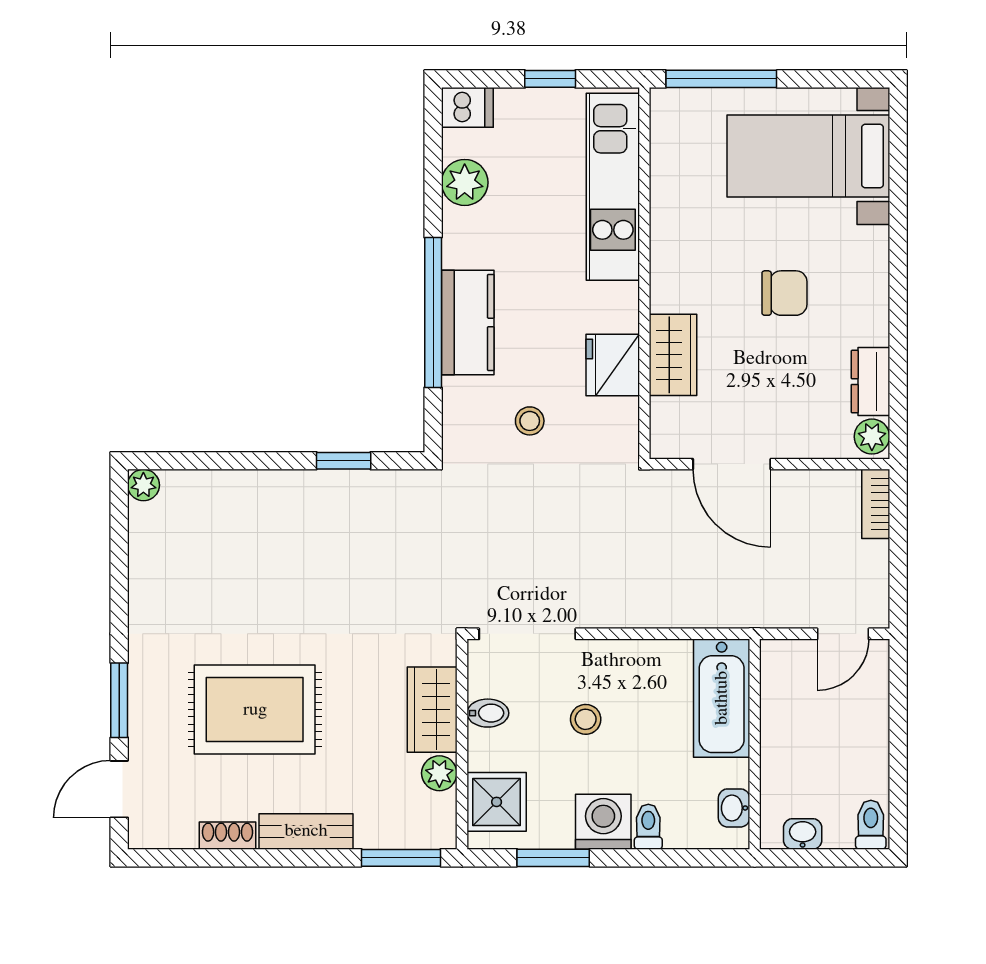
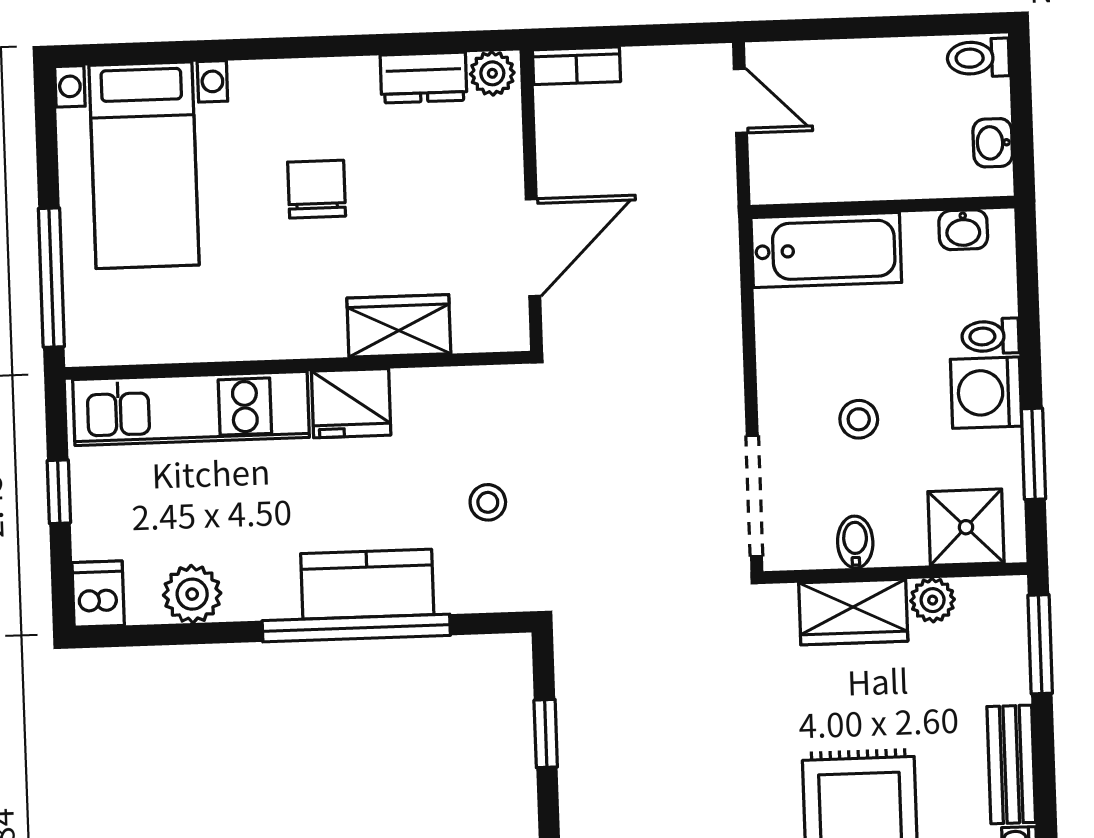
fridge: (613, 365) -> (351, 403), moved

